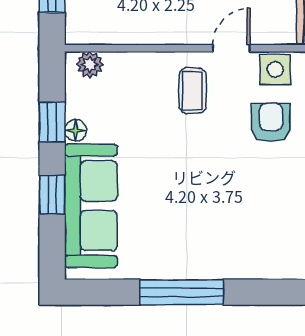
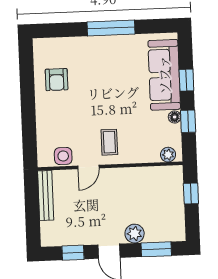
armchair: (271, 122) -> (57, 80), moved

